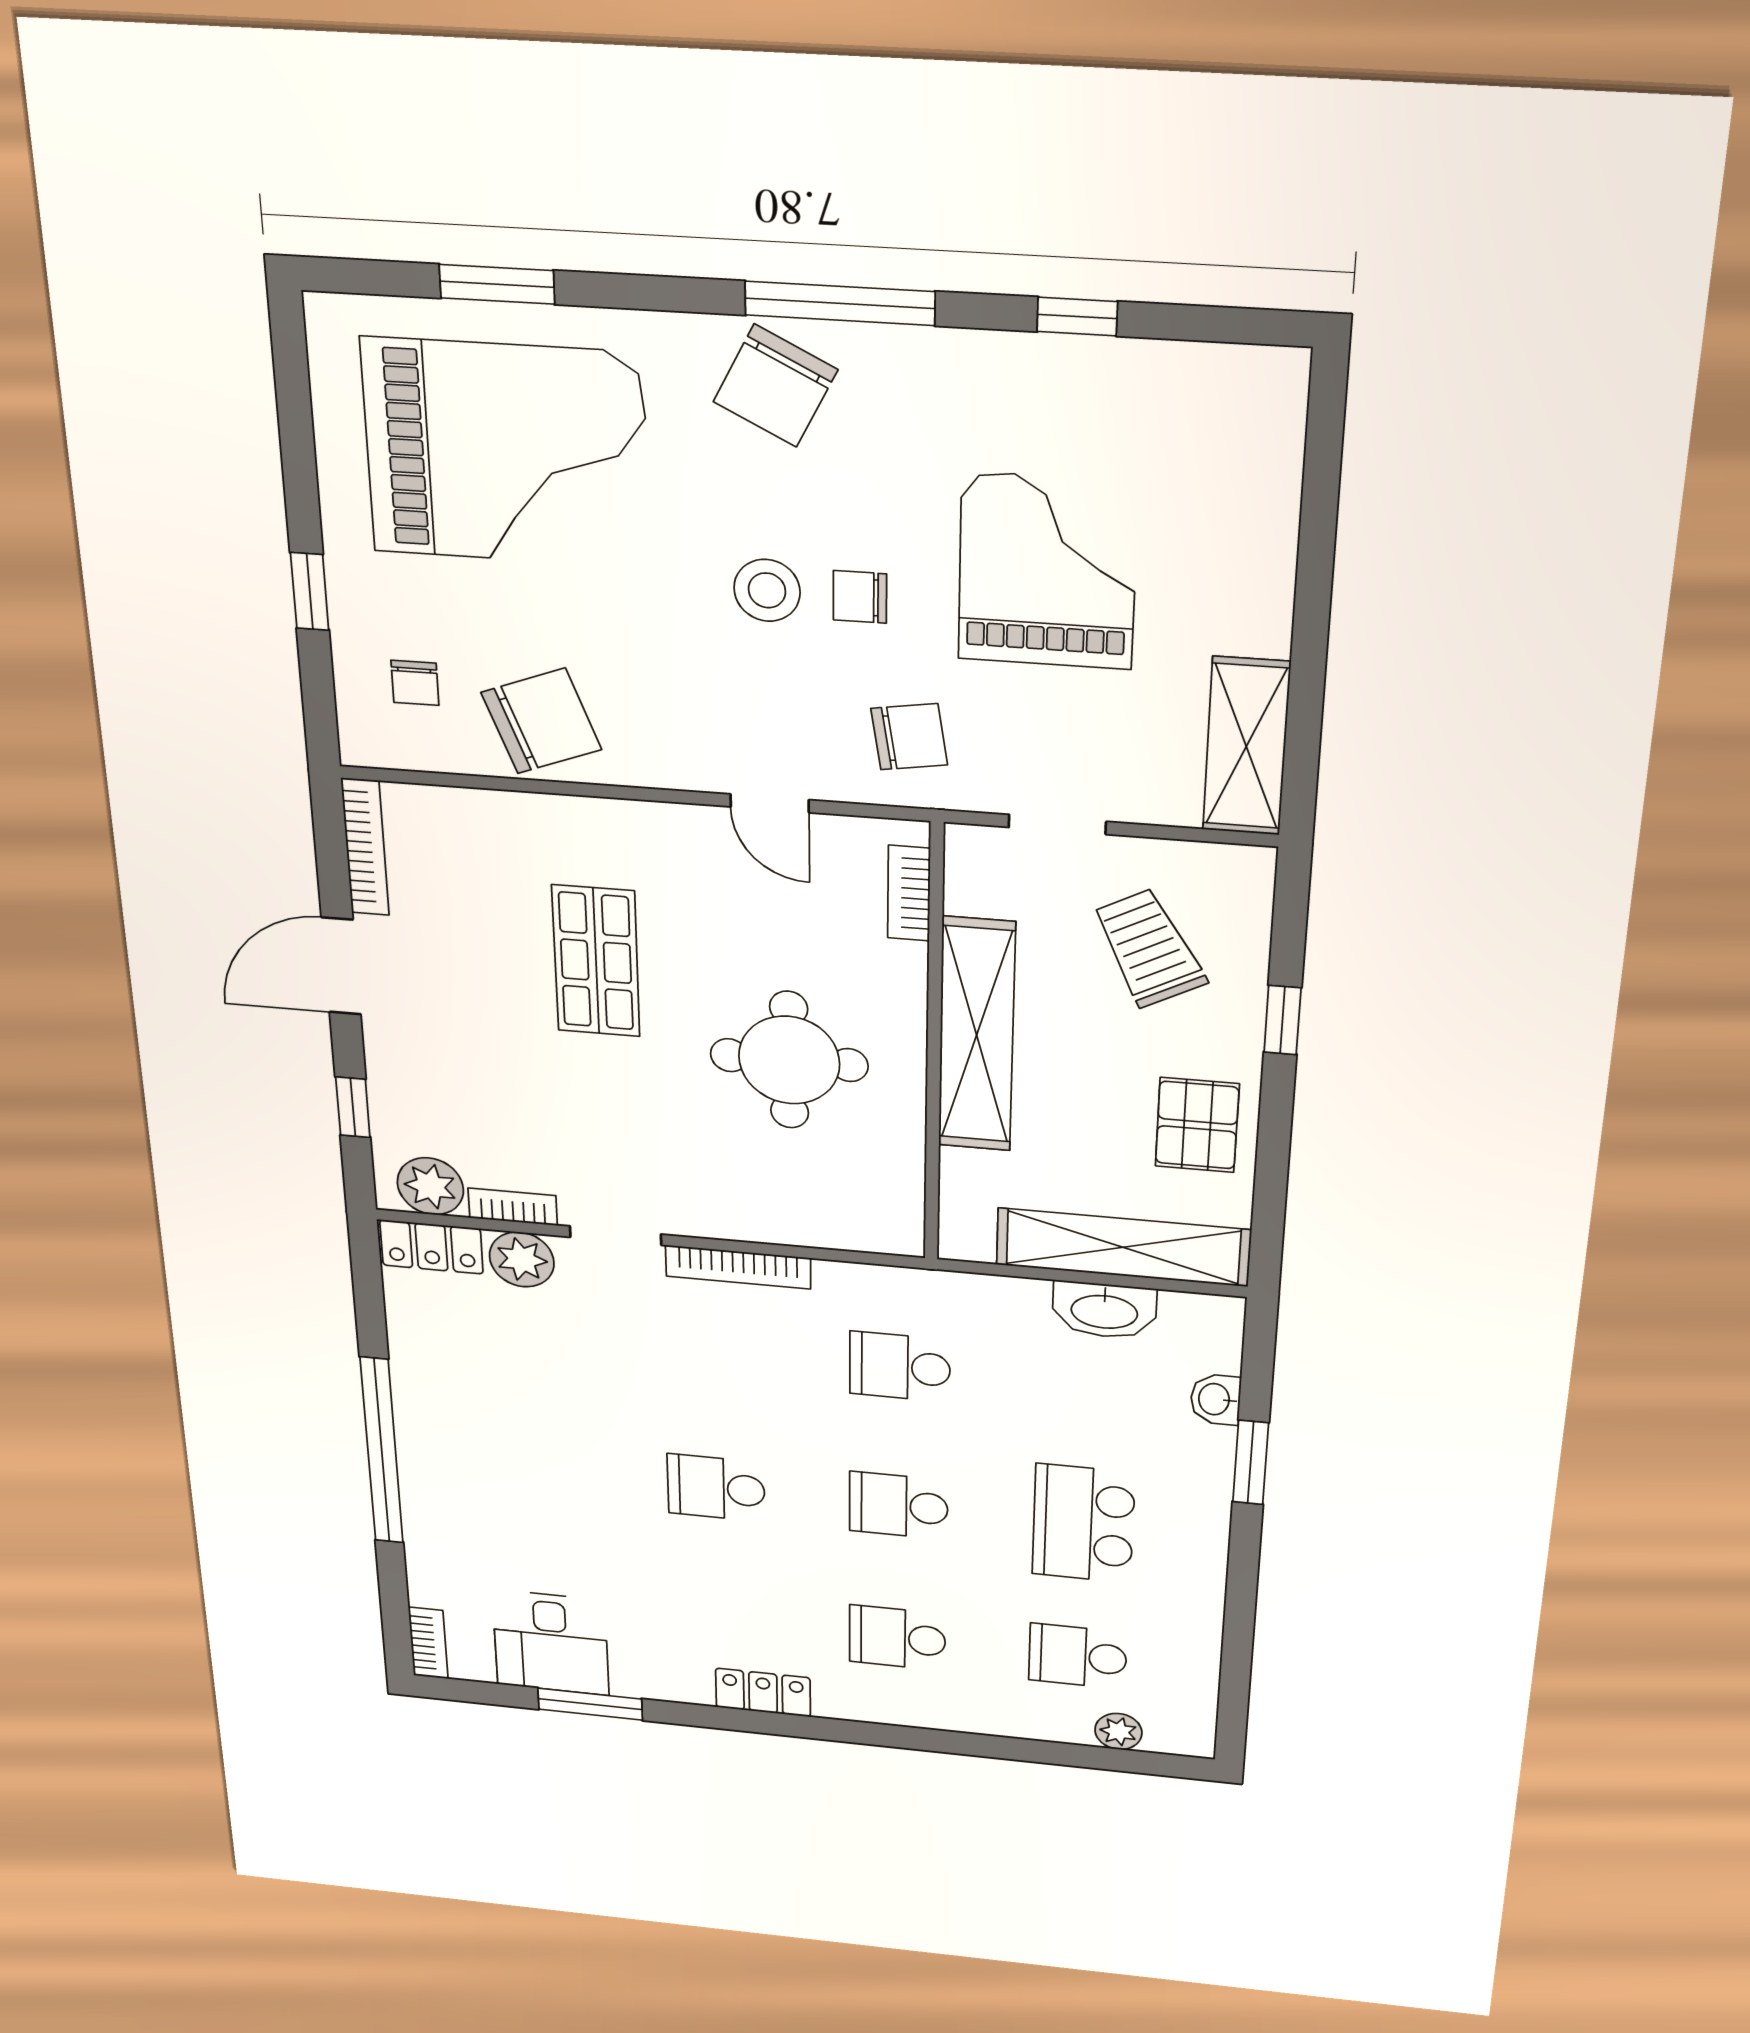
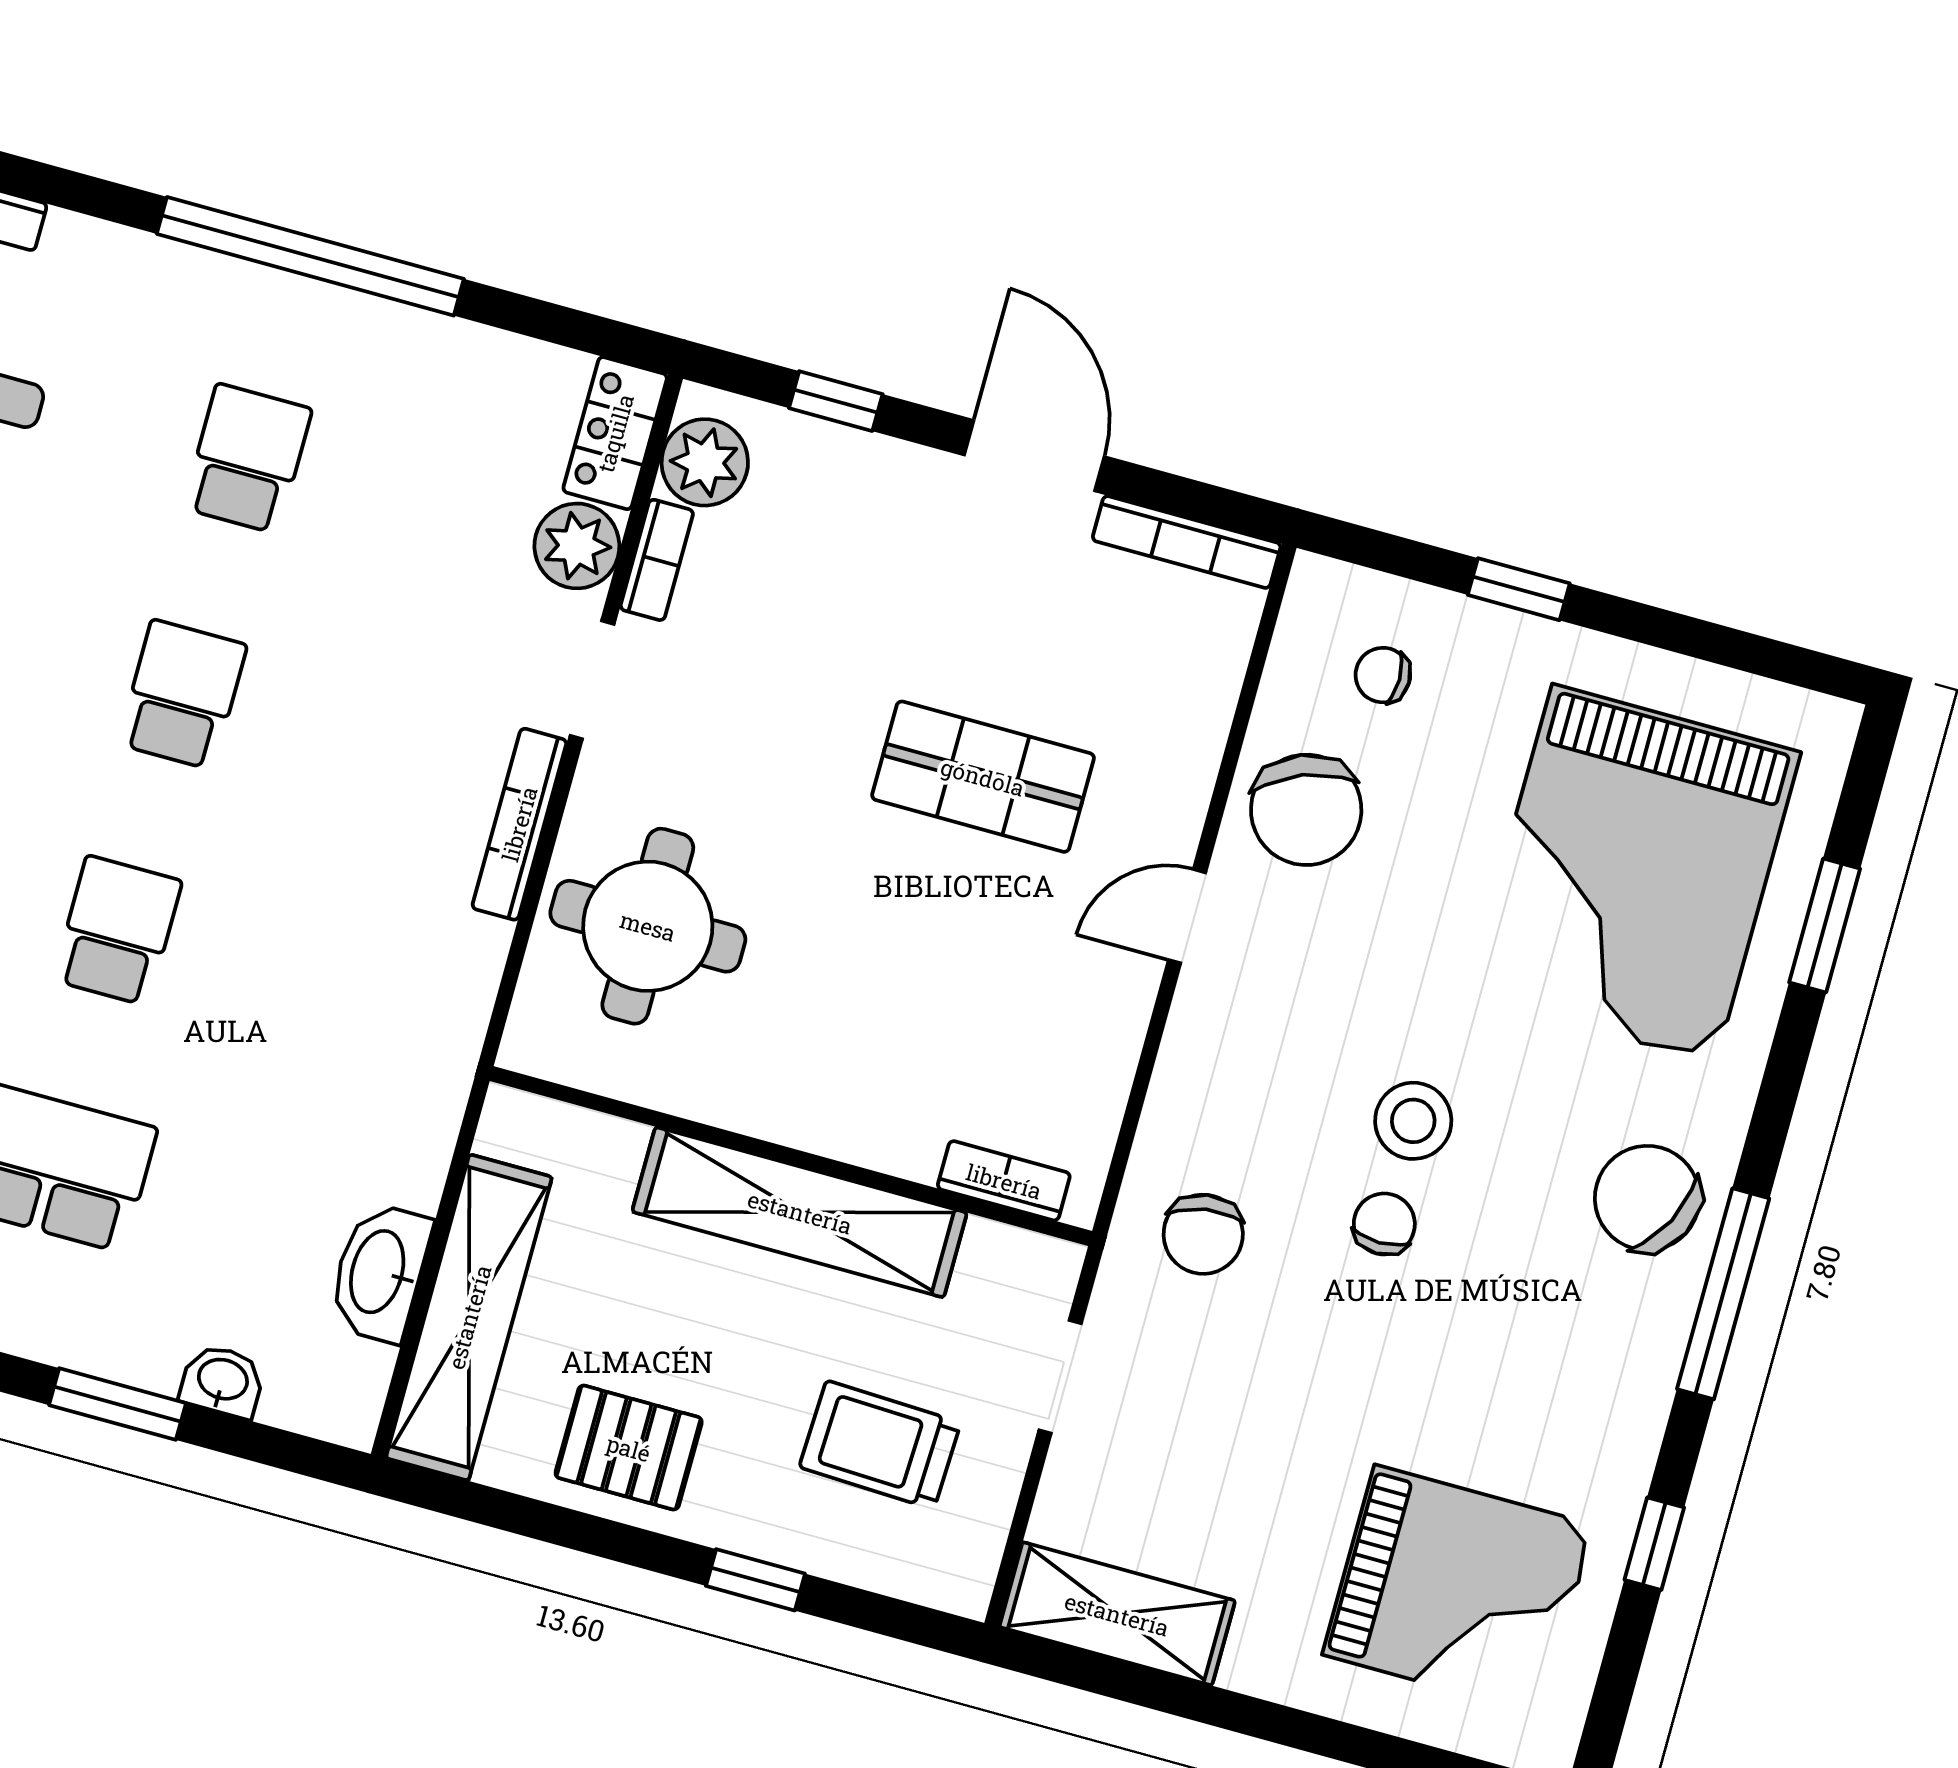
grand piano: (1047, 571) -> (1458, 1590), moved
door: (770, 803) -> (1187, 916), moved
trolley: (1149, 948) -> (880, 1445), turned -150
round table: (789, 1060) -> (648, 926), moved
school desk: (900, 1367) -> (247, 459), moved

